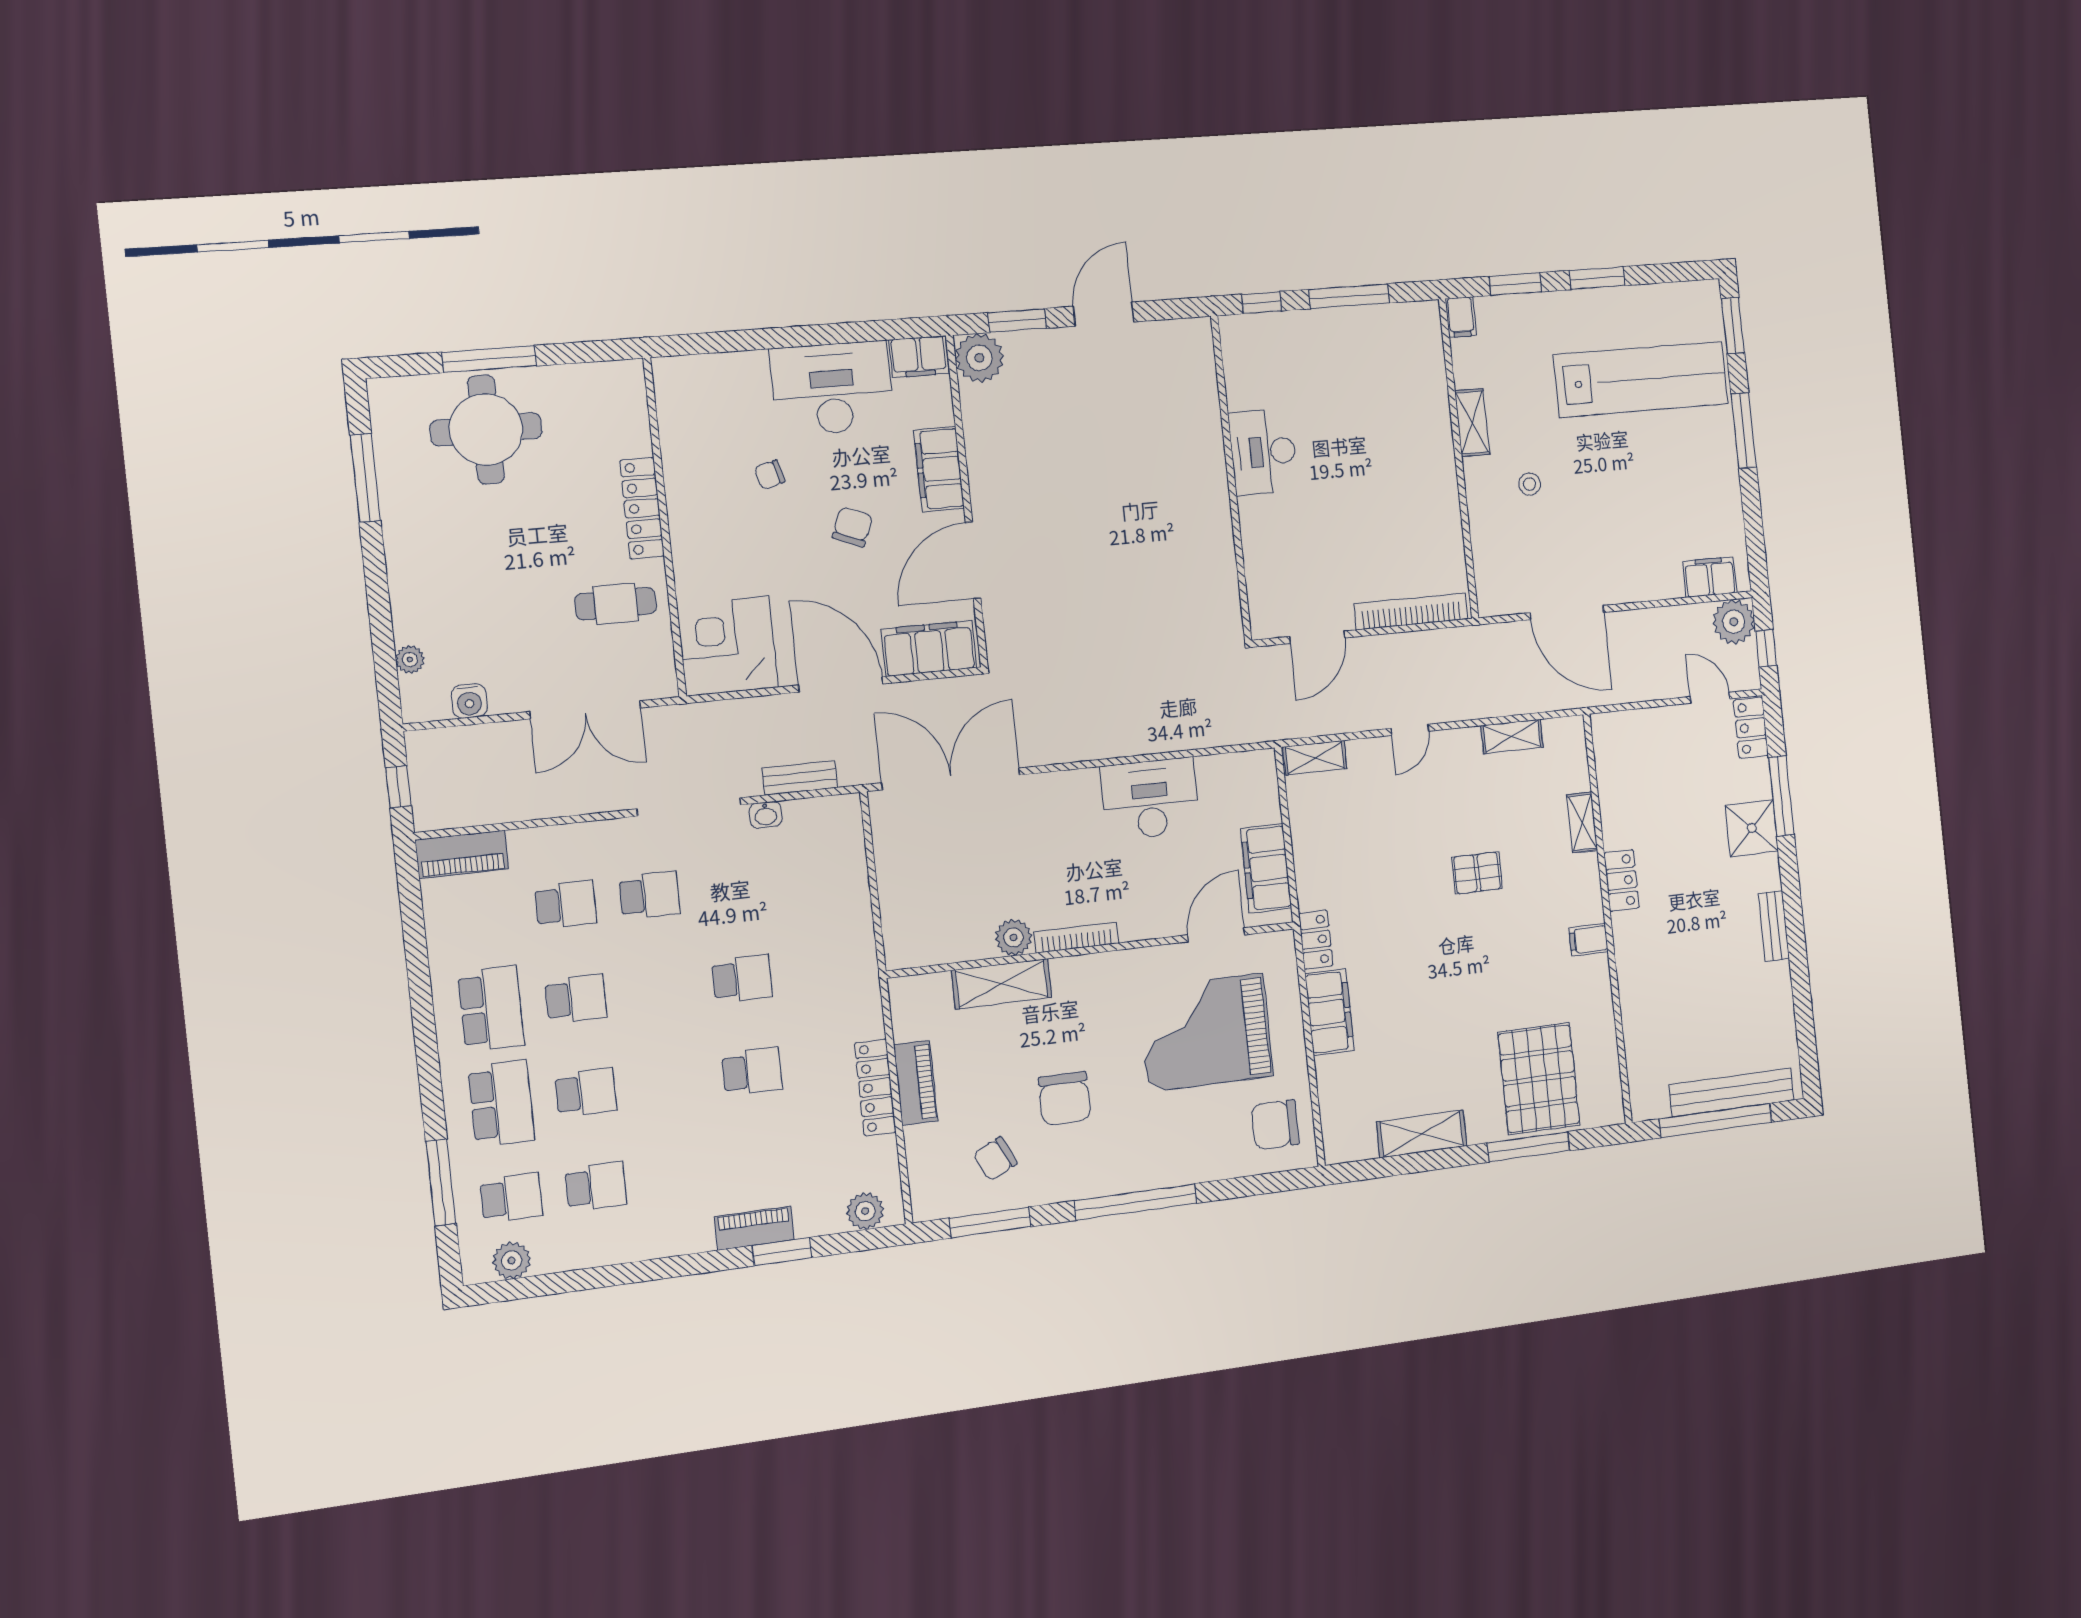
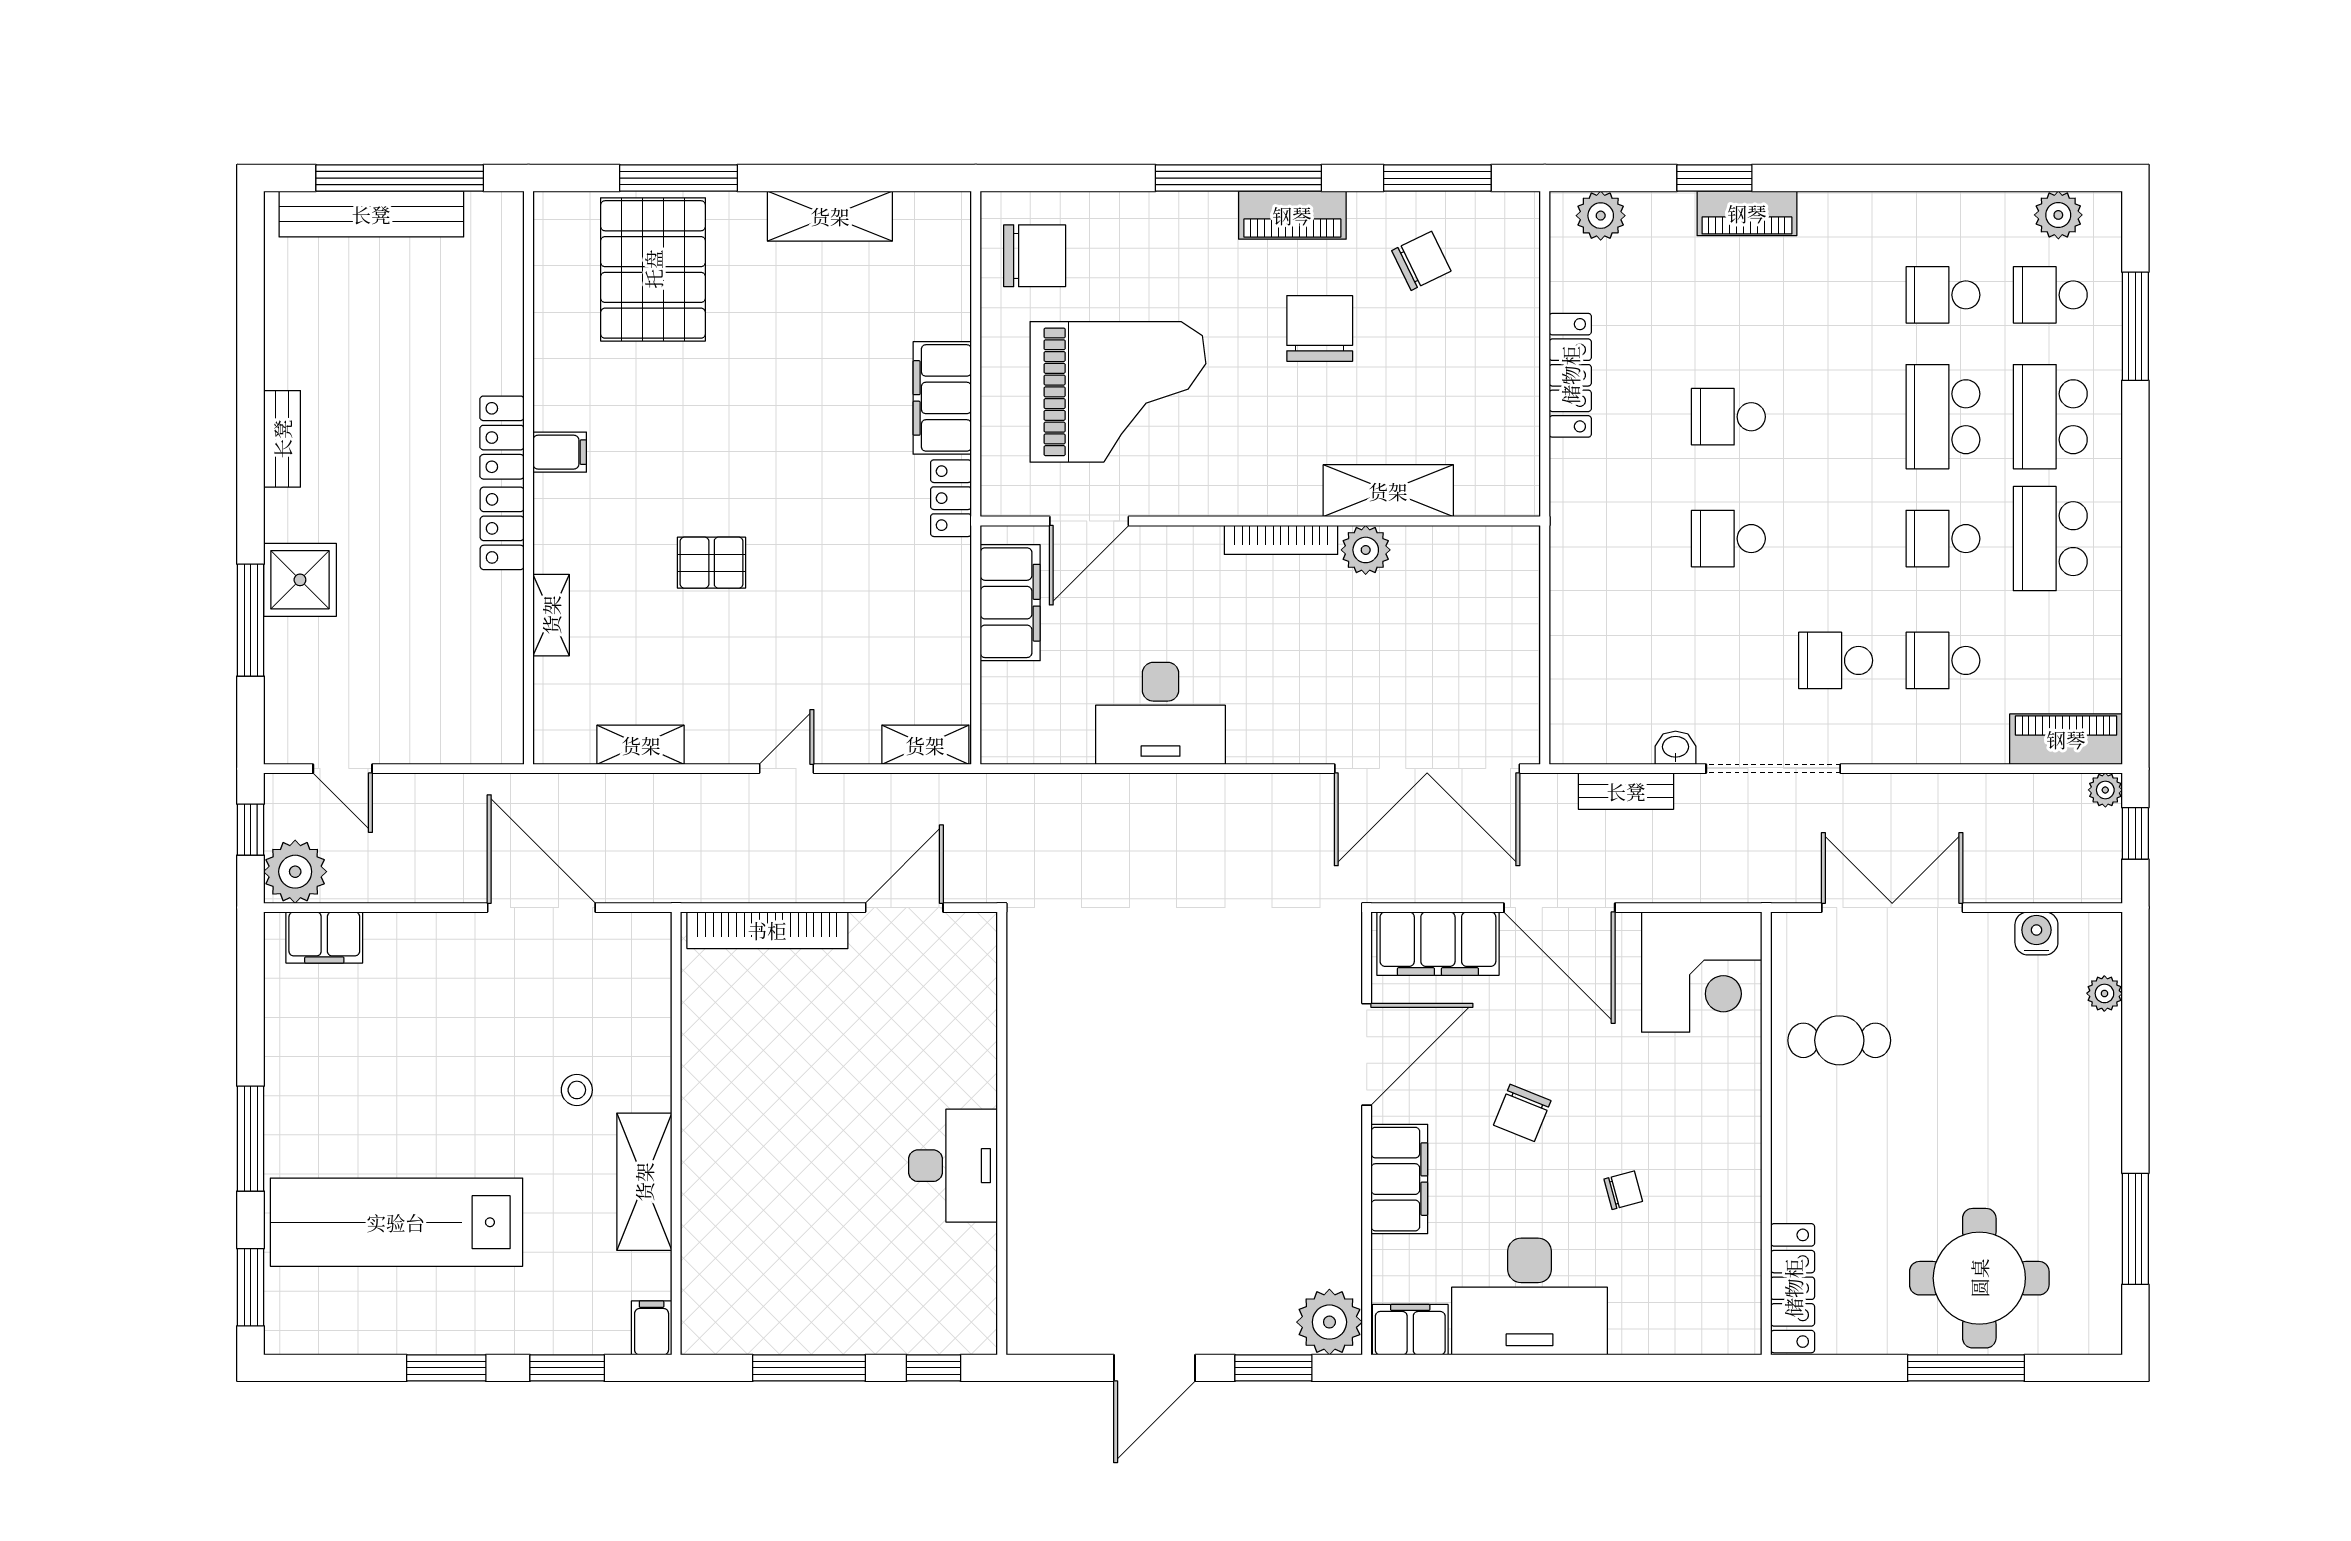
shelving: (1472, 422) -> (644, 1182), width x1.50, depth x1.33
locker: (642, 508) -> (1793, 1288), moved
locker: (1751, 728) -> (502, 438), moved, turned 180
plant: (426, 818) -> (2105, 790), added
piano: (916, 1083) -> (1292, 215), moved, turned -90
school desk: (586, 1093) -> (1943, 417), width x1.85

